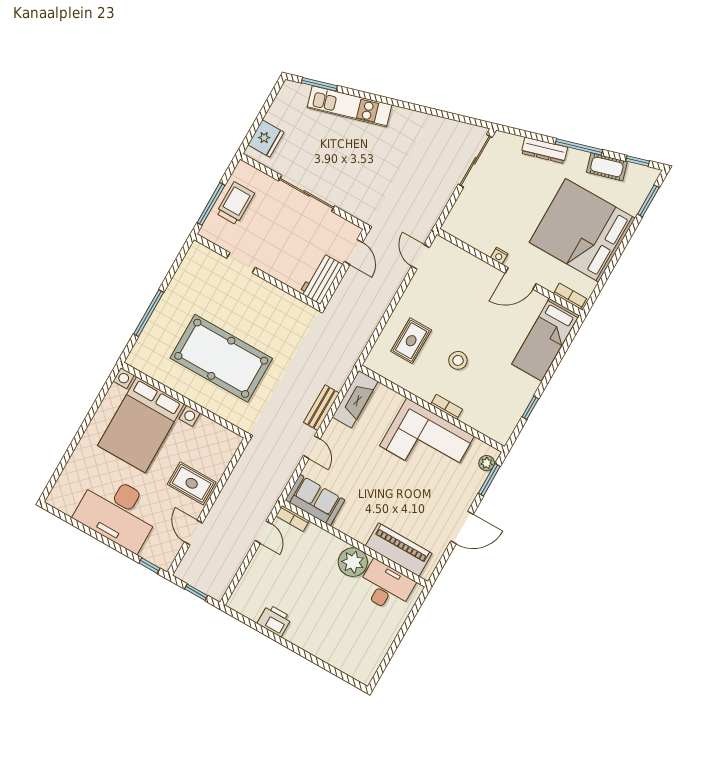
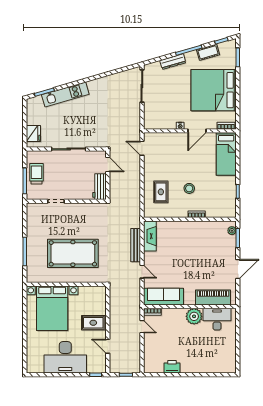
bench: (321, 408) -> (136, 245), width x1.36
corner sofa: (427, 441) -> (196, 236), removed
sofa: (315, 500) -> (163, 297), width x1.36

